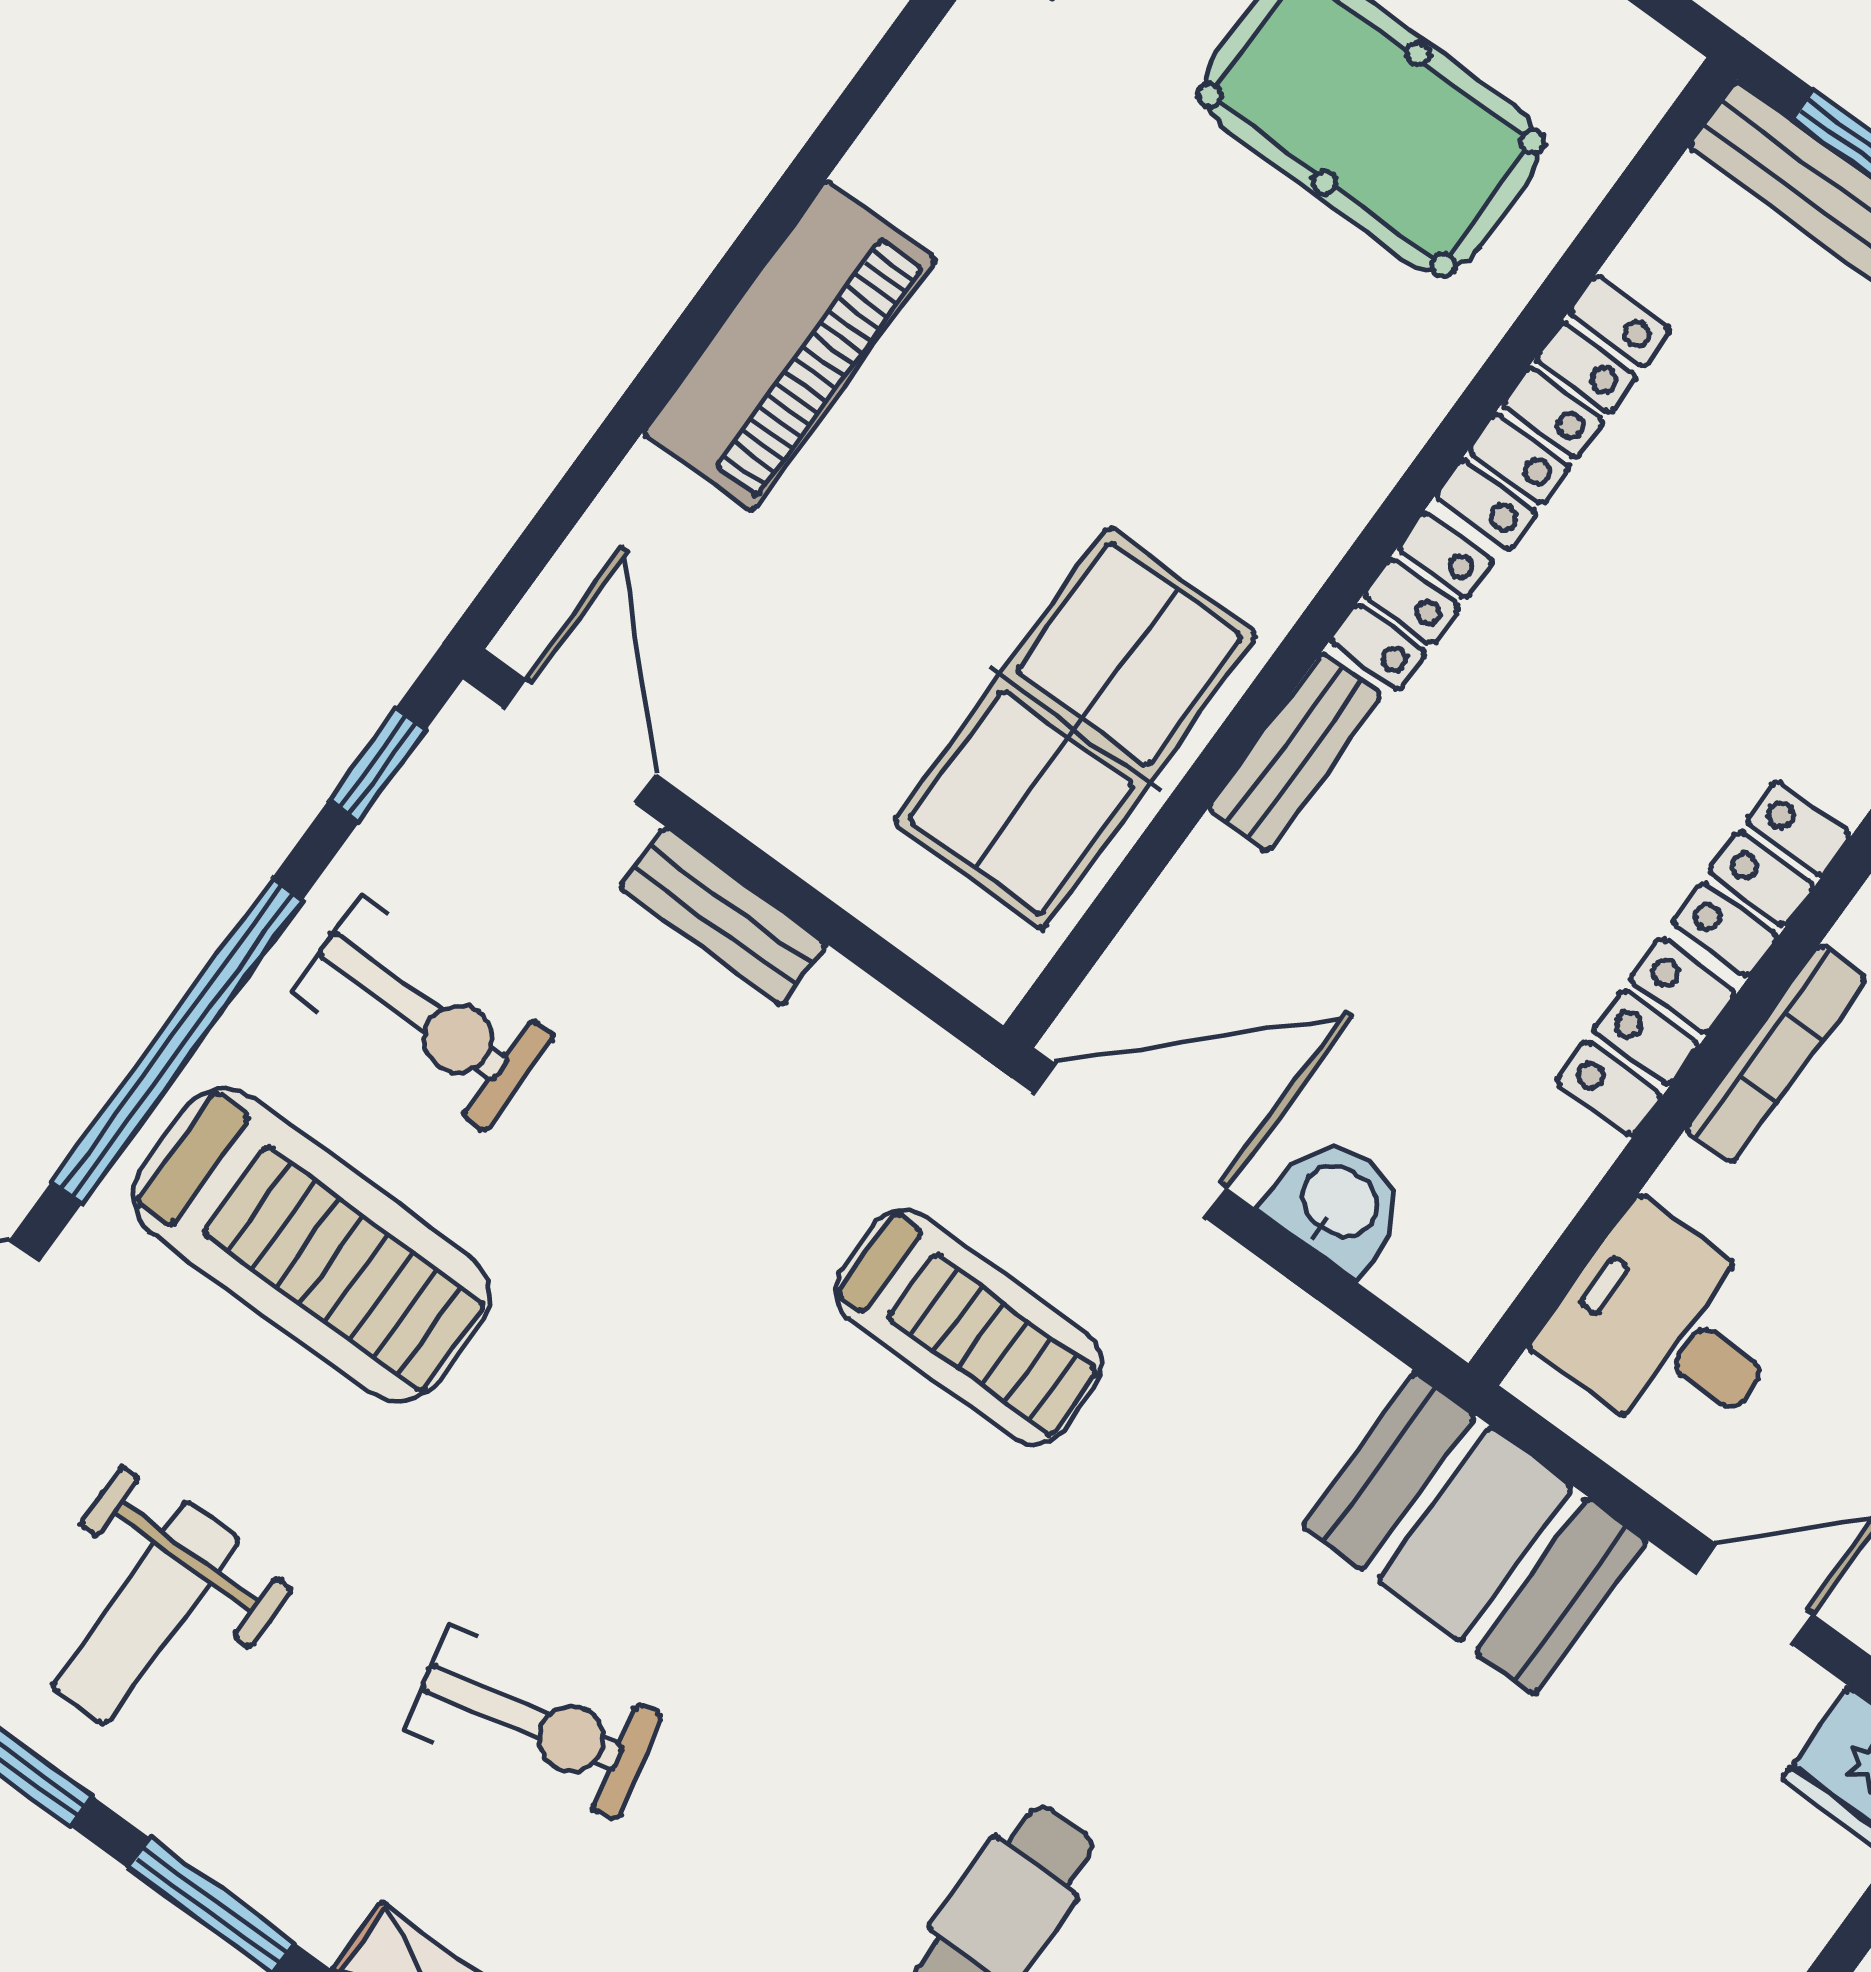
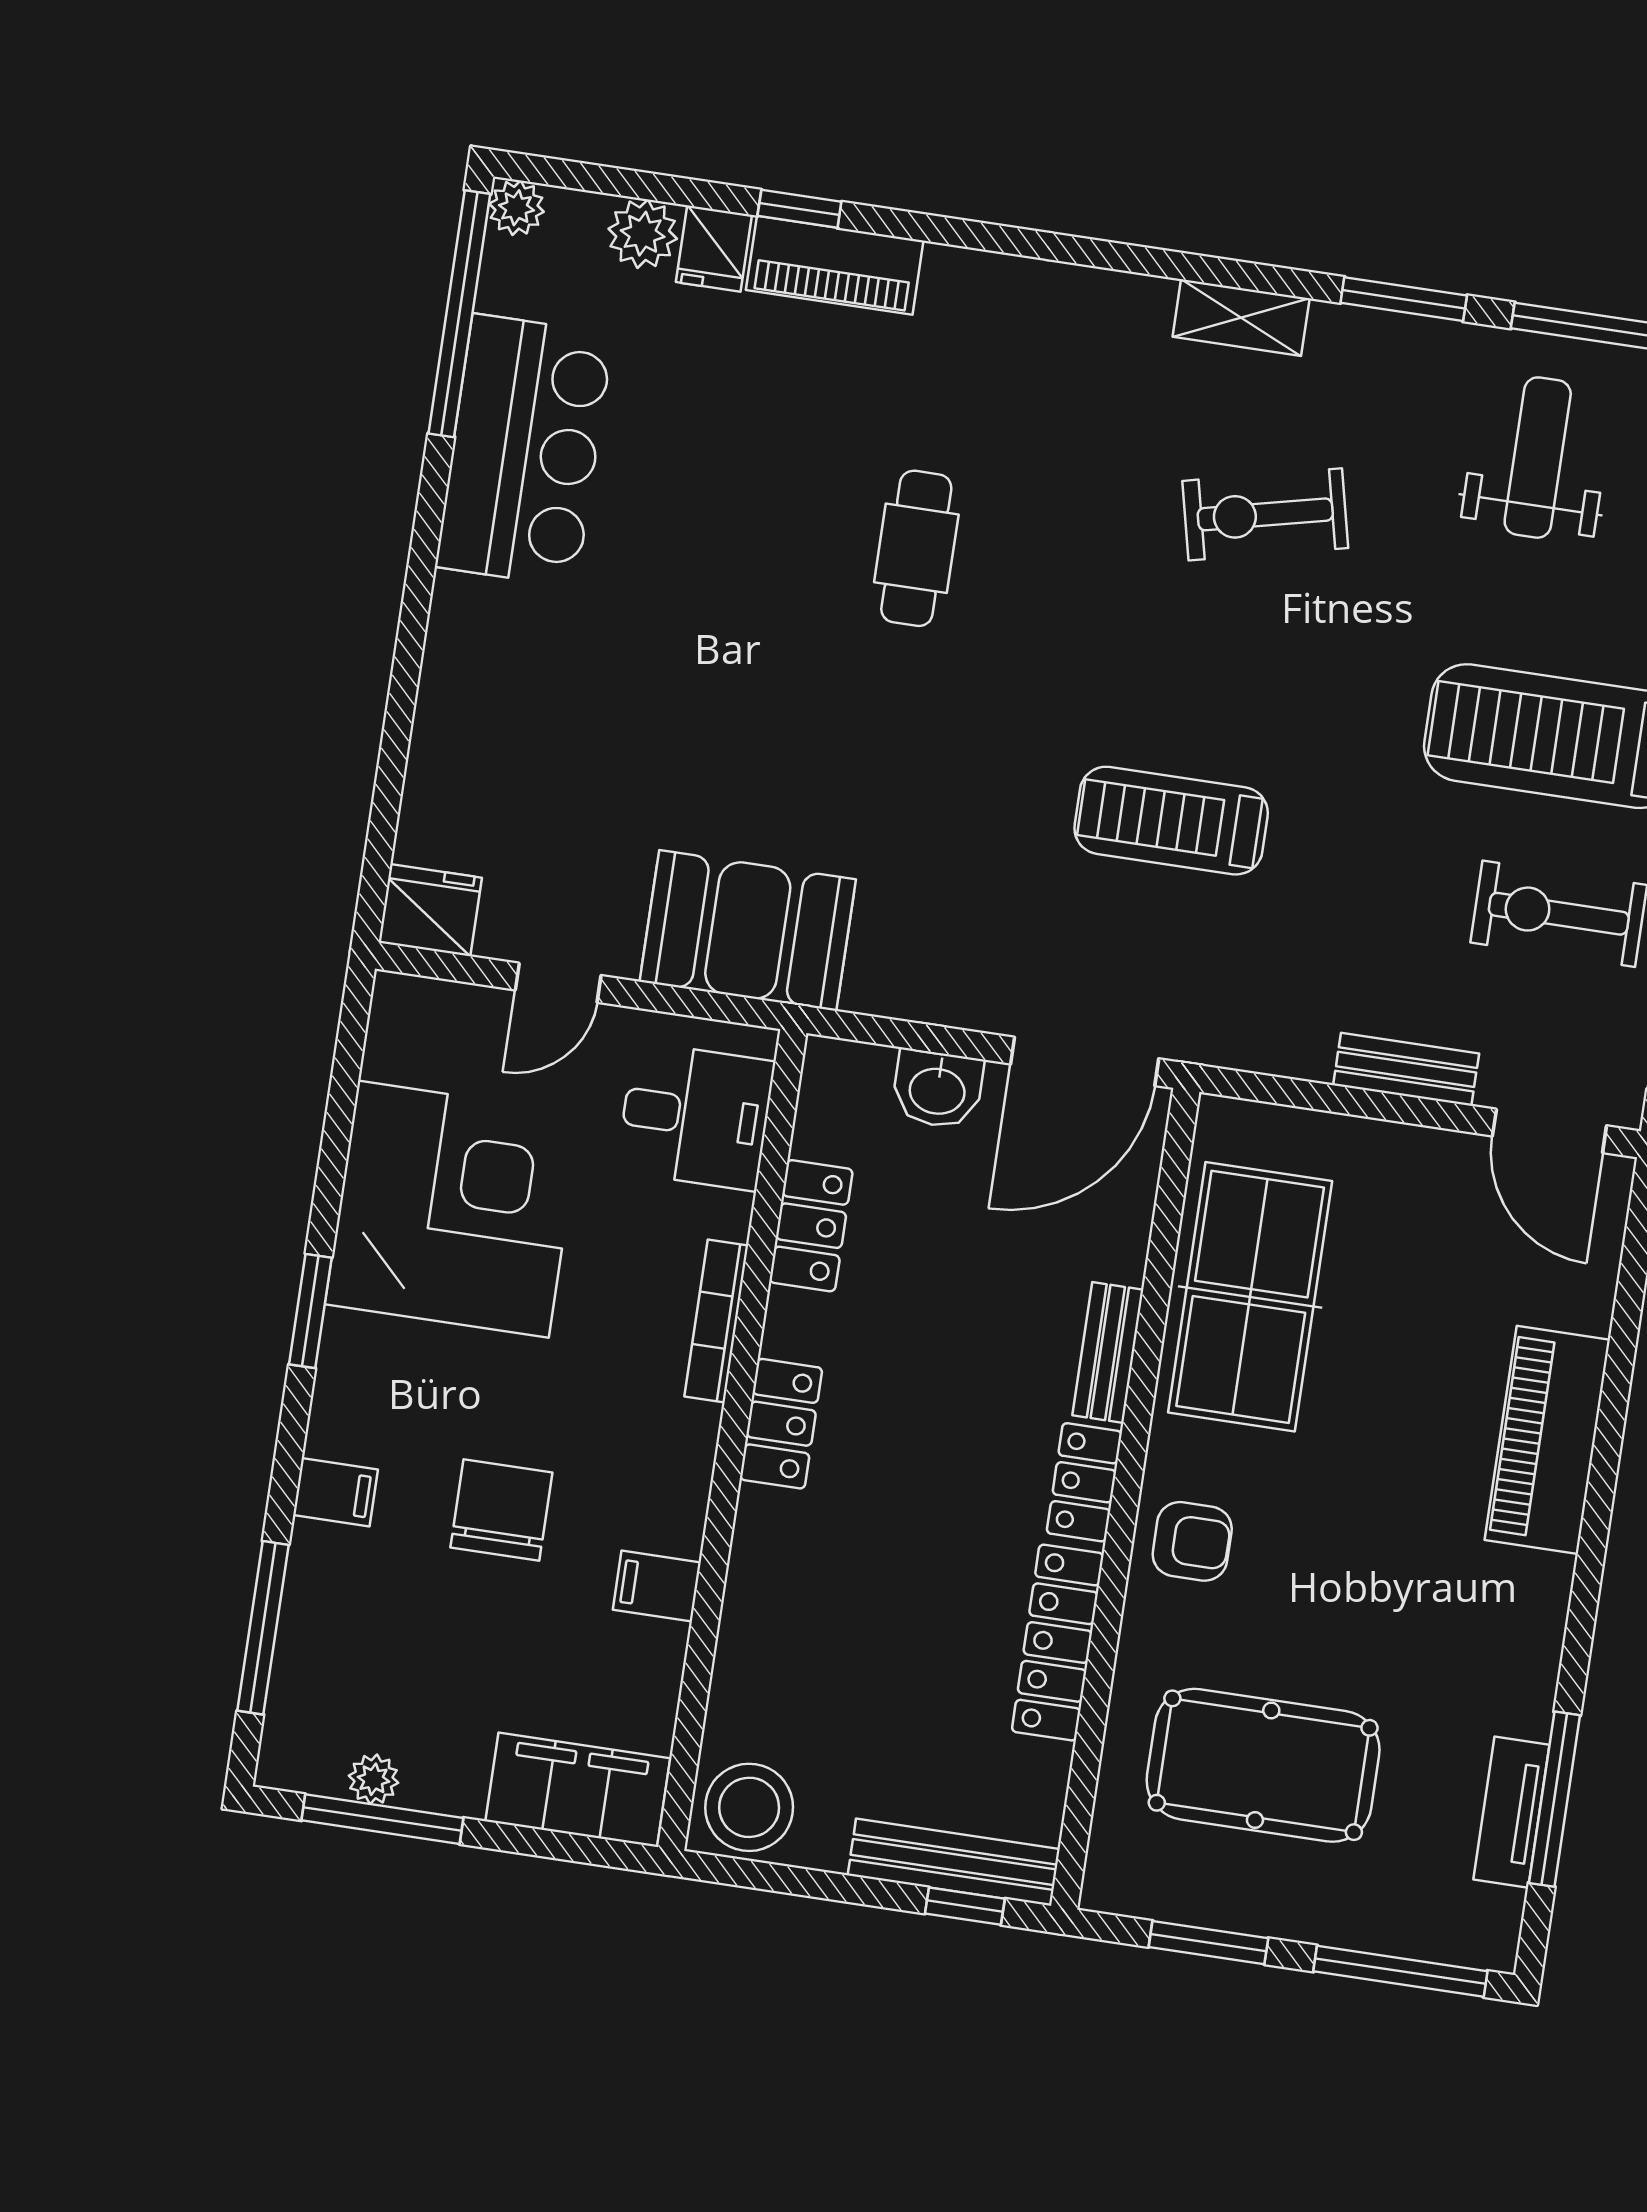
armchair: (1313, 453) -> (1192, 1541), added
locker: (1646, 1037) -> (811, 1226), moved
treadmill: (968, 1327) -> (1171, 821), moved

